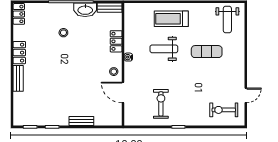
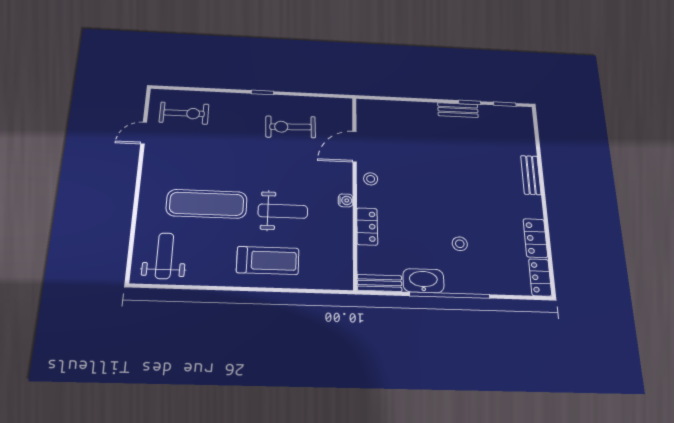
exercise mat: (207, 52) -> (207, 204), width x1.36, depth x1.45
locker: (19, 53) -> (535, 238), moved
door: (123, 92) -> (355, 147), swing flipped
exercise bike: (161, 104) -> (291, 127), turned 88
bench: (81, 121) -> (458, 110), moved

